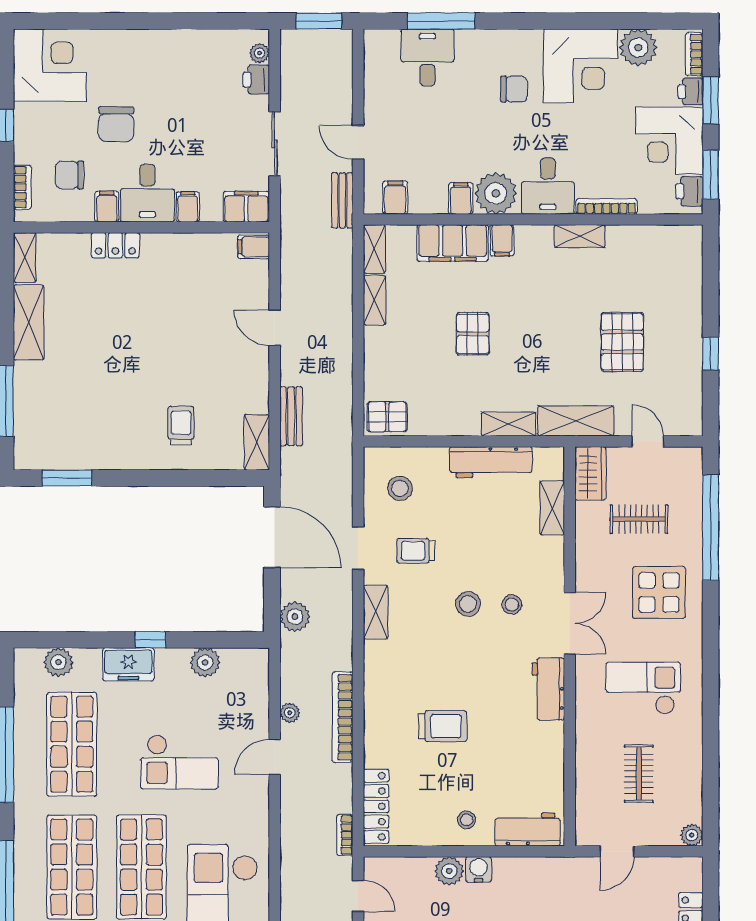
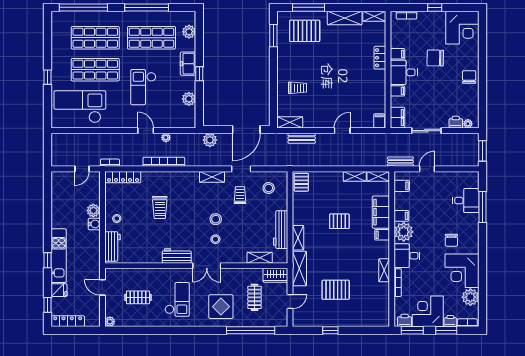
chair: (69, 175) -> (469, 77), moved
pallet: (57, 410) -> (305, 31), added

